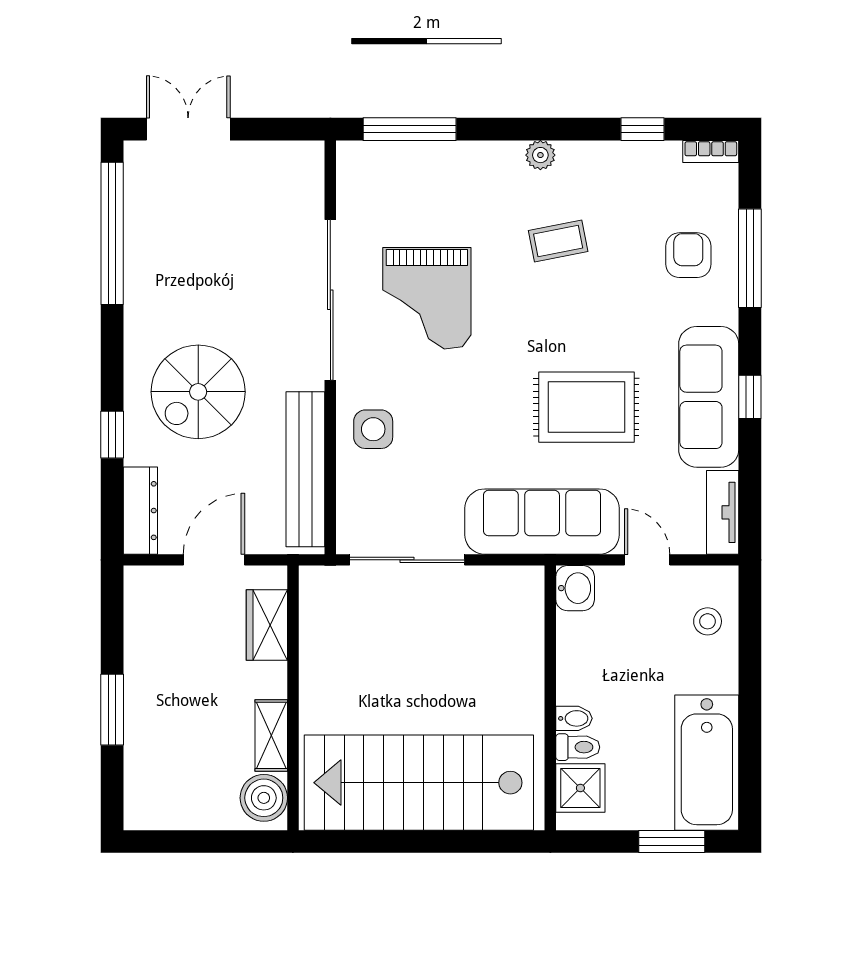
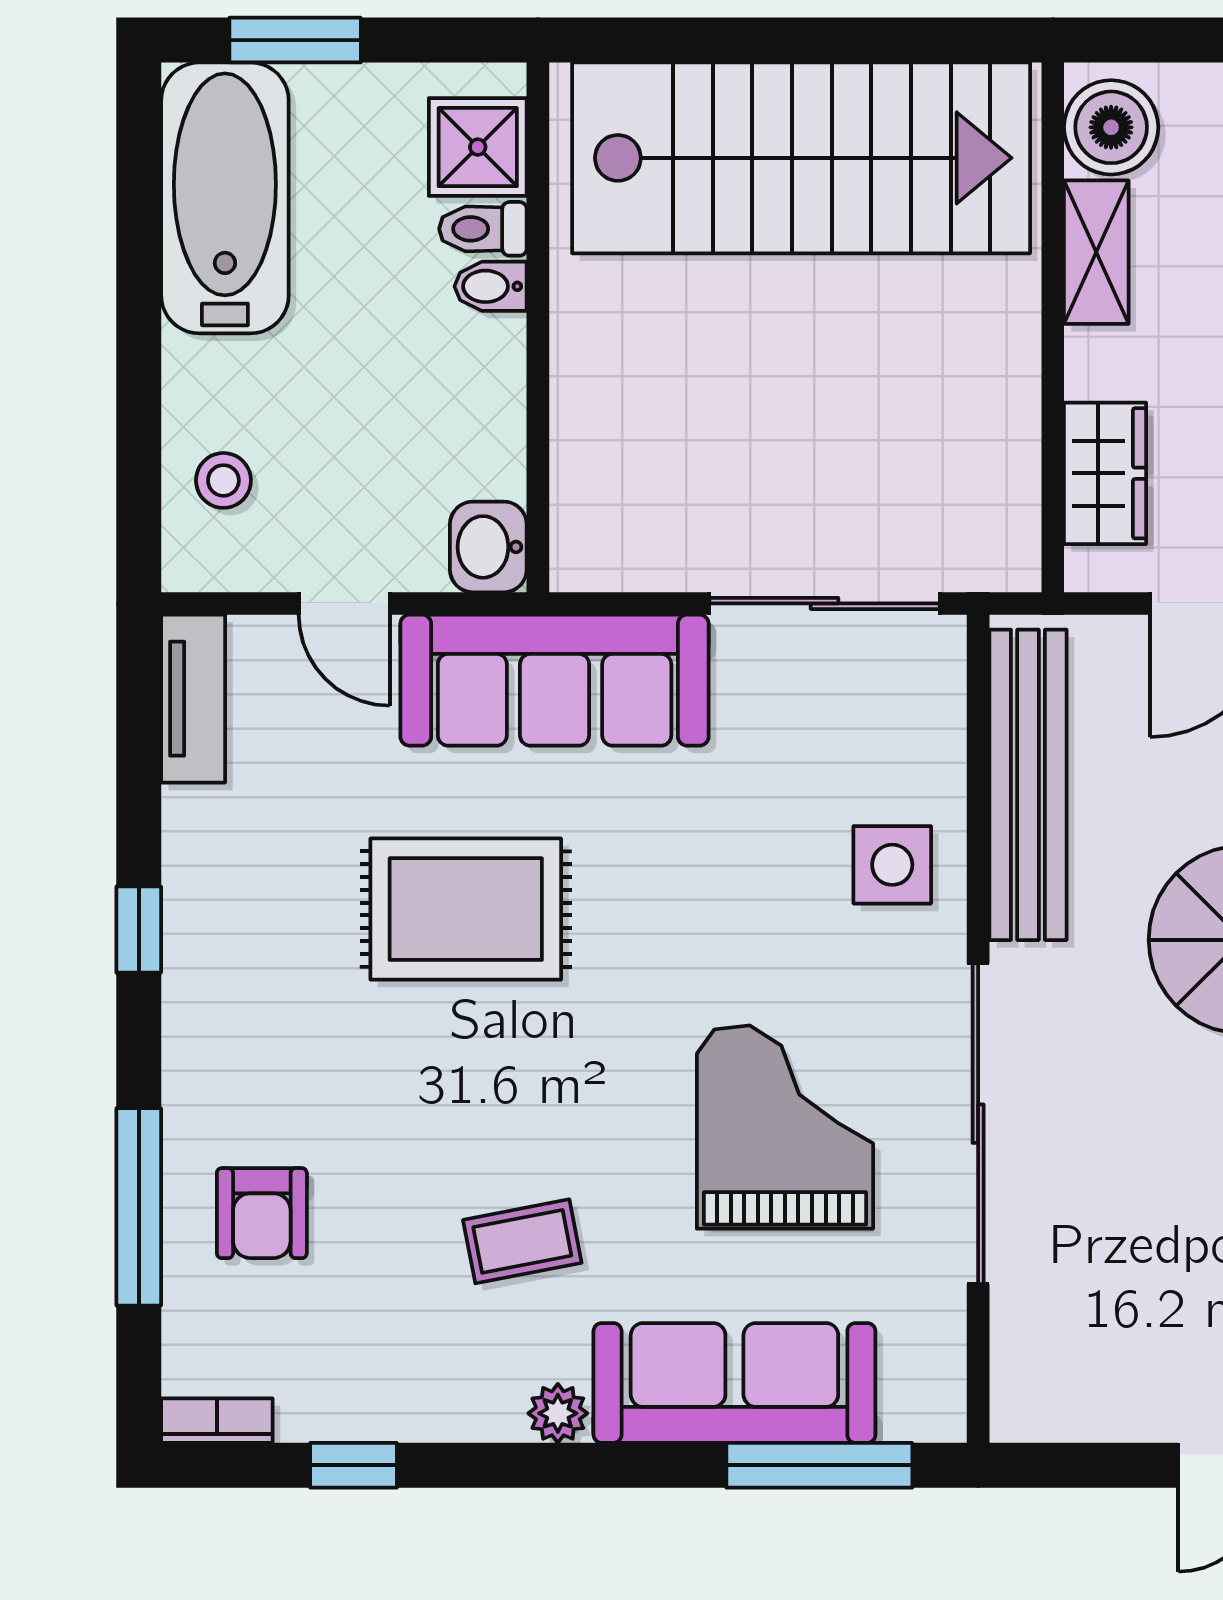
sofa: (709, 397) -> (734, 1383), moved, turned -90

